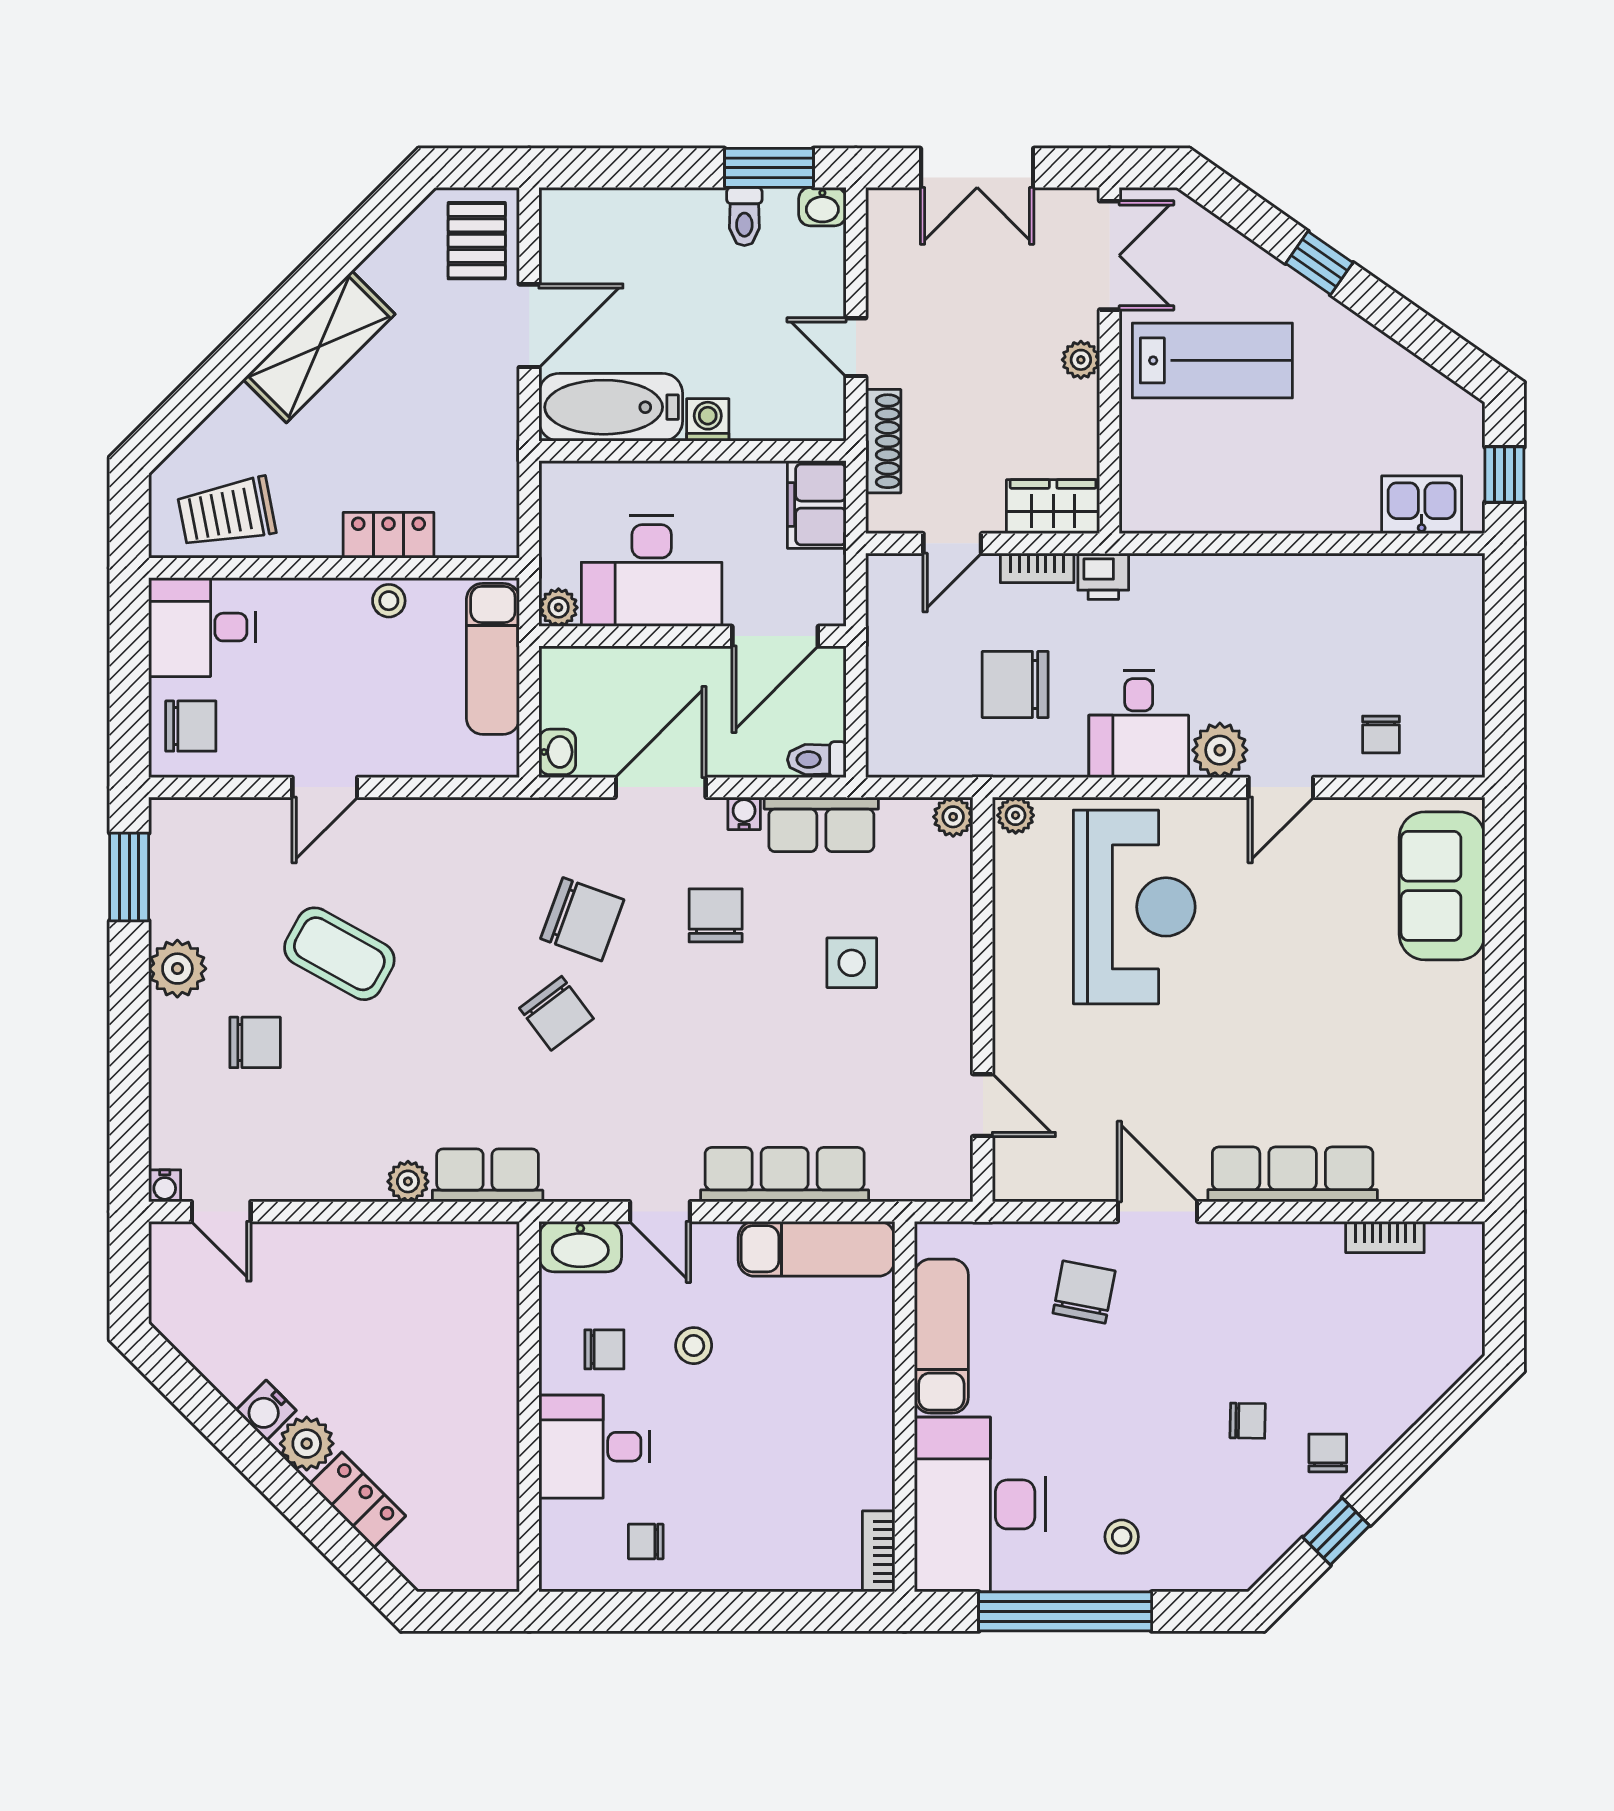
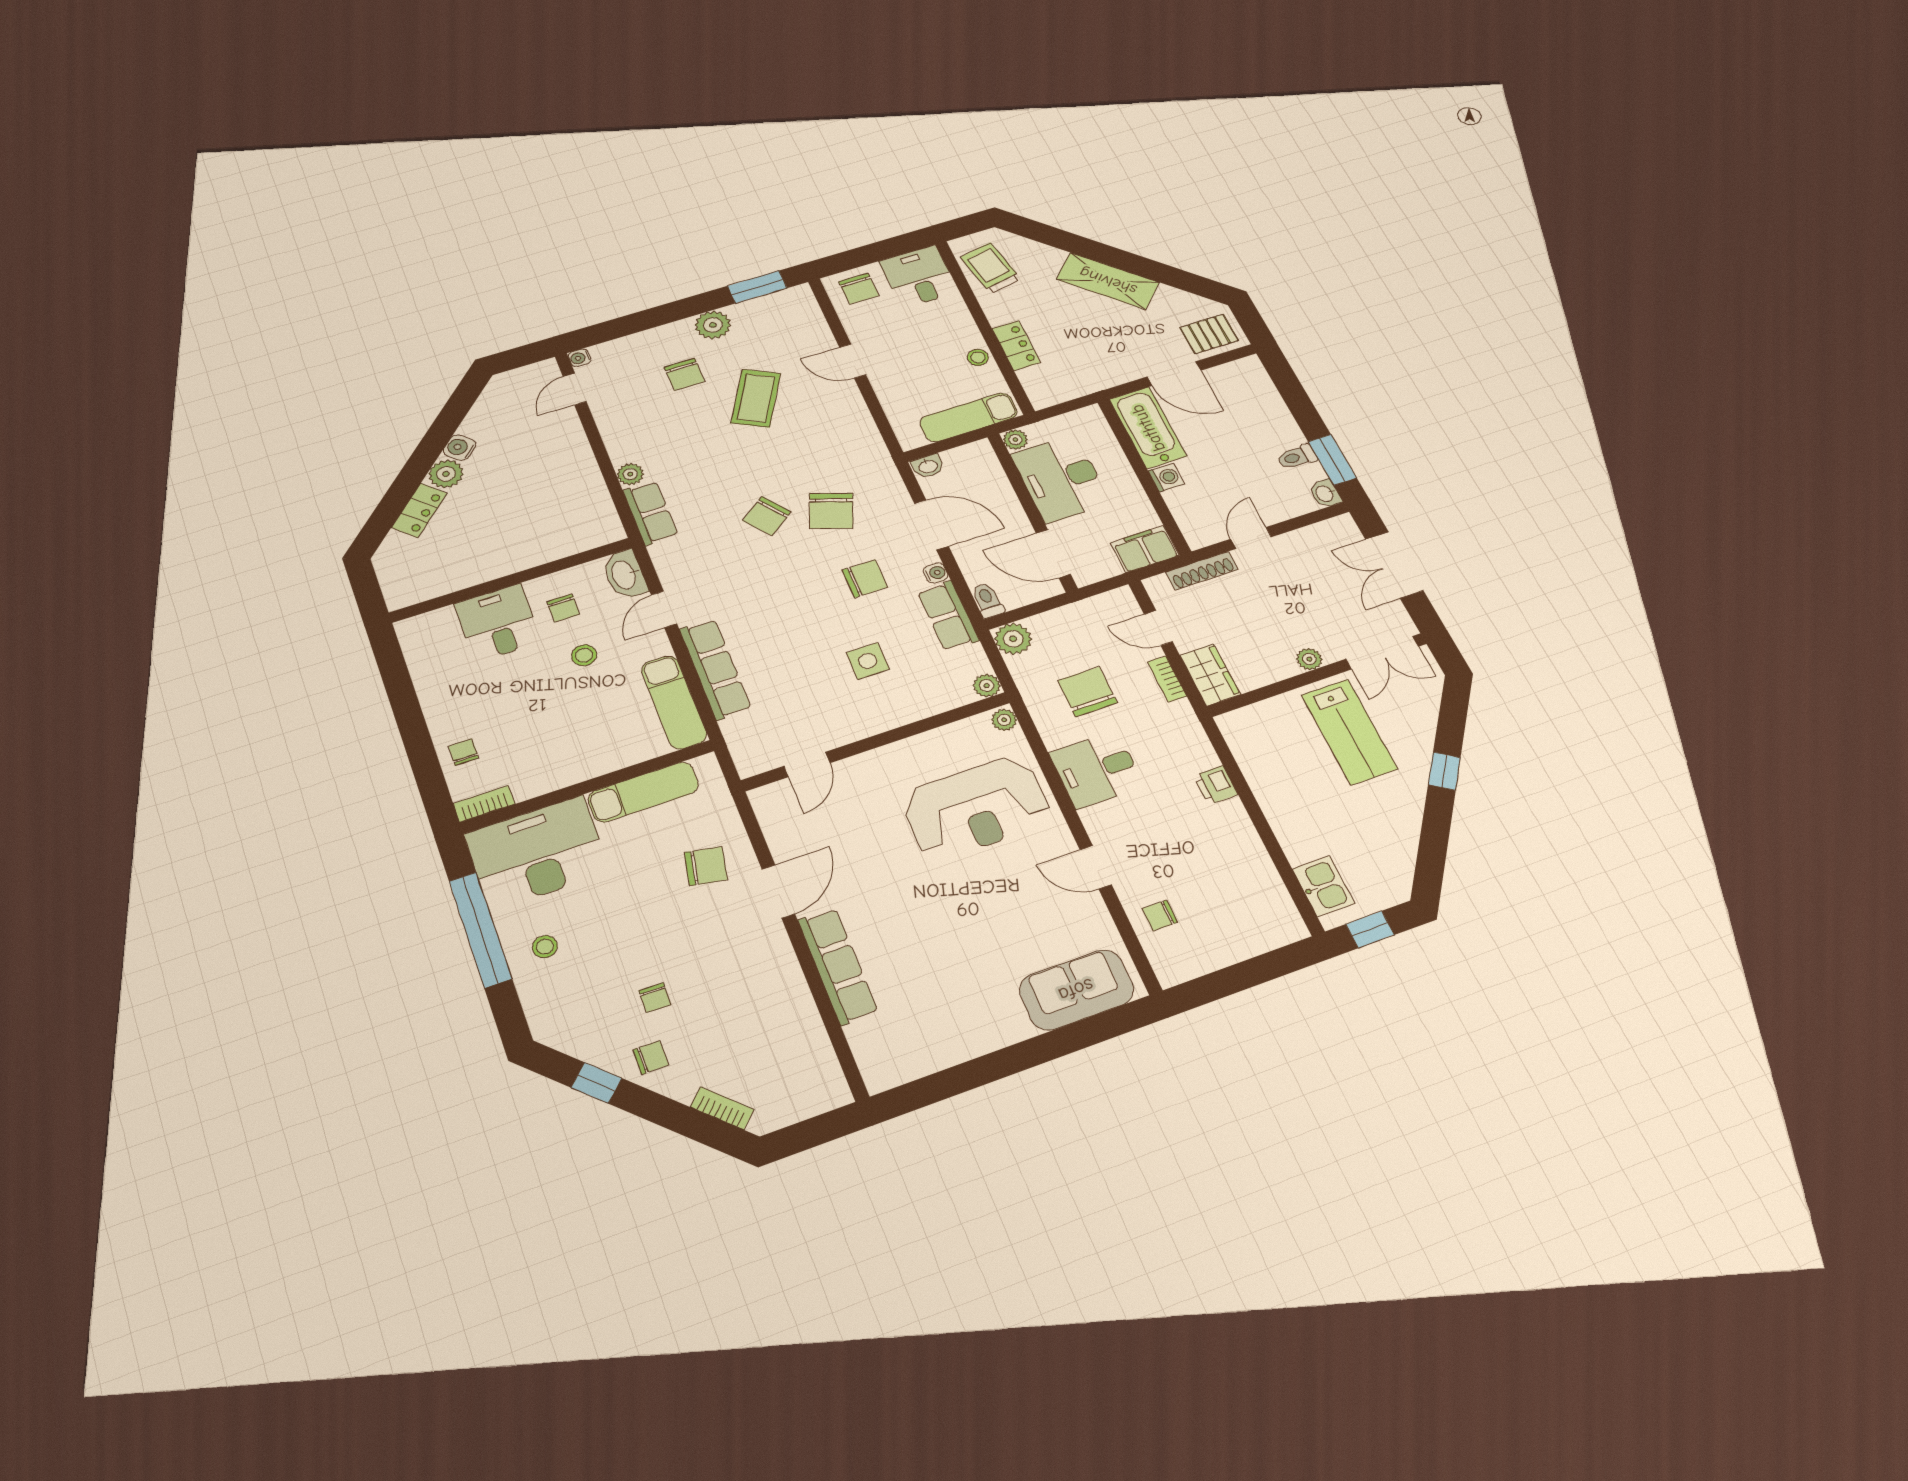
printer: (1103, 576) -> (1216, 785), moved
plant: (1220, 750) -> (1013, 639), moved
bookcase: (1385, 1237) -> (722, 1108), moved, turned 135
chair: (646, 1542) -> (464, 752), moved

